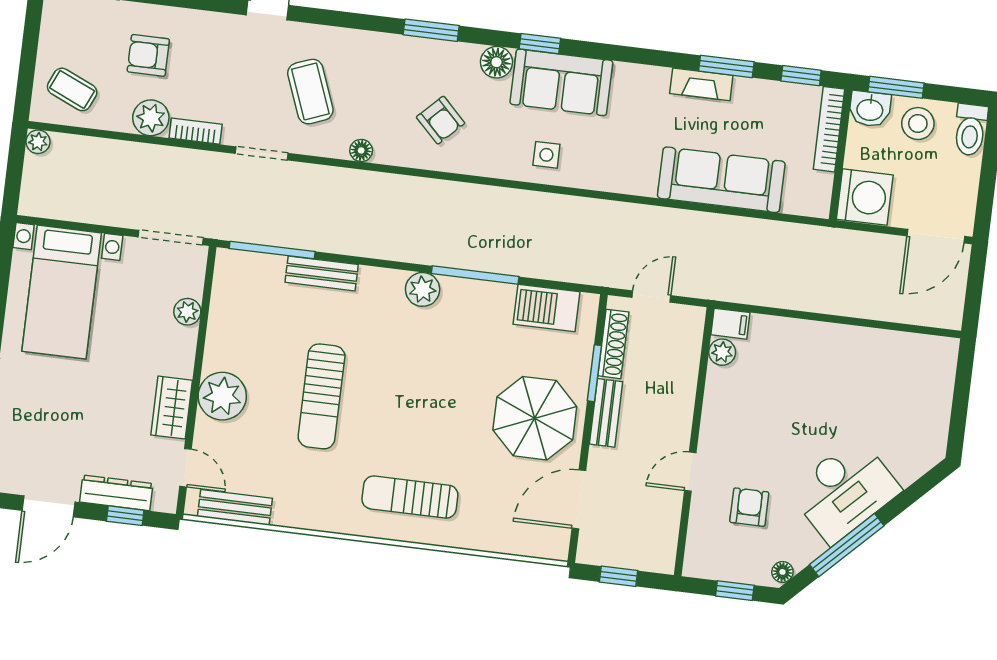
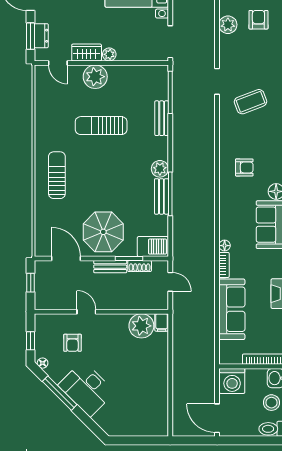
armchair: (441, 120) -> (244, 167), turned -135
bookcase: (196, 131) -> (224, 265), moved
floor lamp: (361, 150) -> (225, 246), moved
side table: (546, 155) -> (234, 222), removed
barbecue: (547, 308) -> (153, 247), moved, turned 90
plant: (187, 312) -> (109, 54), moved
shoe rack: (613, 344) -> (140, 266), width x0.70
plant: (722, 352) -> (141, 326), width x1.88, depth x1.88
door: (186, 468) -> (58, 63), hinge flipped
dresser: (116, 493) -> (41, 36), width x0.70
bench: (235, 507) -> (161, 196), moved
armchair: (749, 507) -> (72, 343), turned 90
window: (125, 516) -> (31, 36), width x1.50

